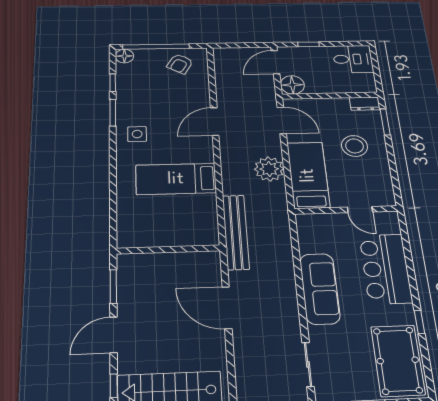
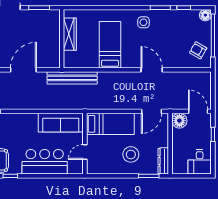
dresser: (365, 104) -> (163, 161), width x1.44
plant: (269, 169) -> (115, 101), removed
wardrobe: (160, 238) -> (70, 34), added
sofa: (320, 289) -> (61, 123), moved

